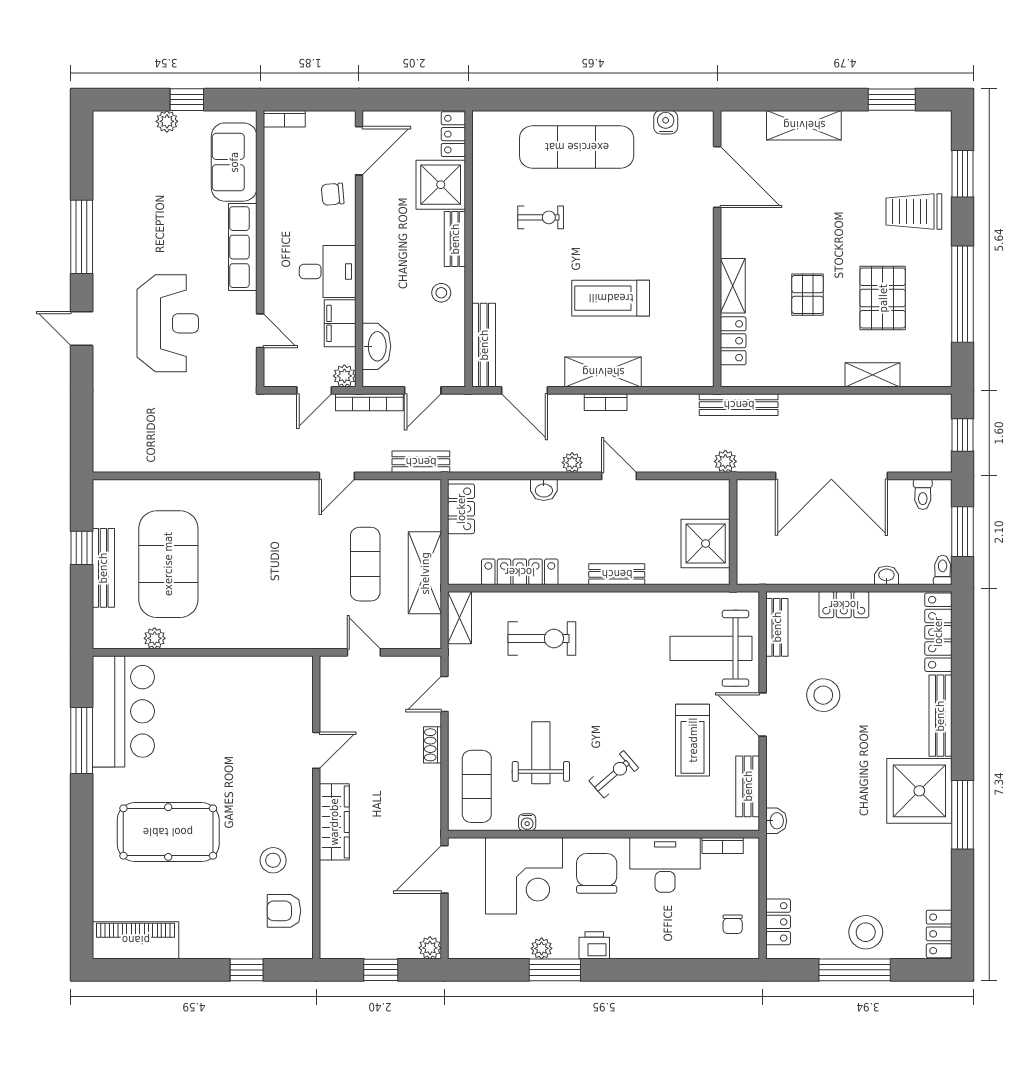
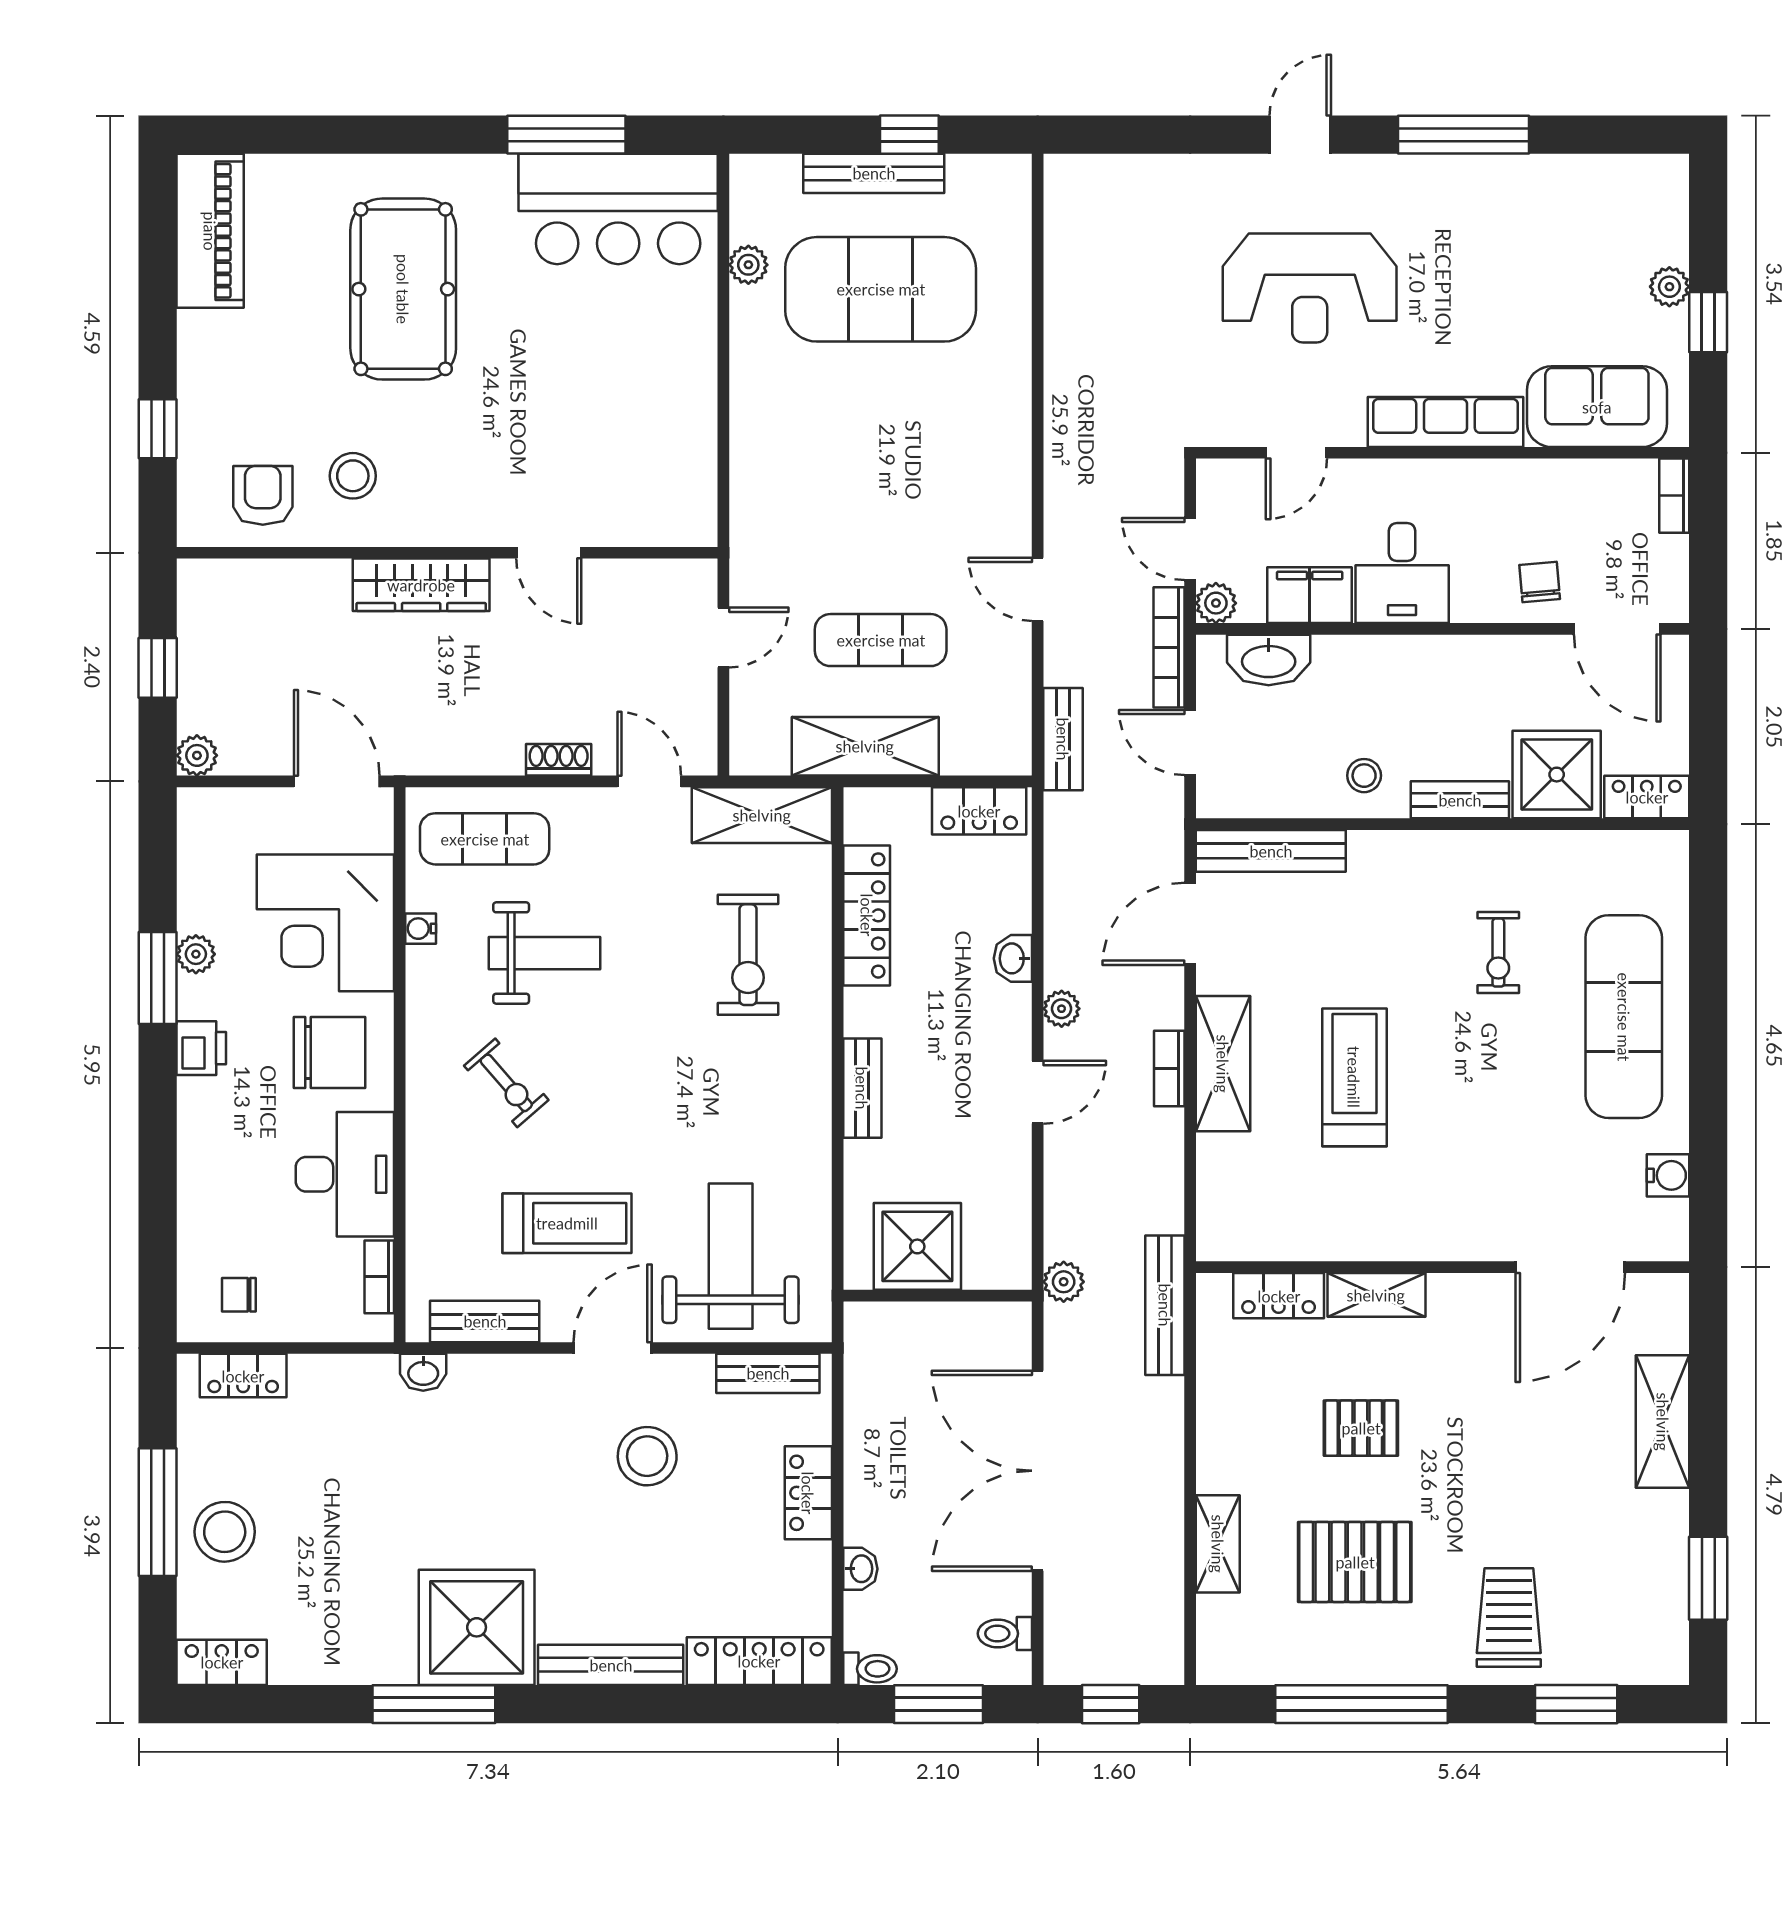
shelving: (460, 618) -> (762, 815), width x1.50, depth x1.33
treadmill: (693, 740) -> (567, 1223), turned 180

